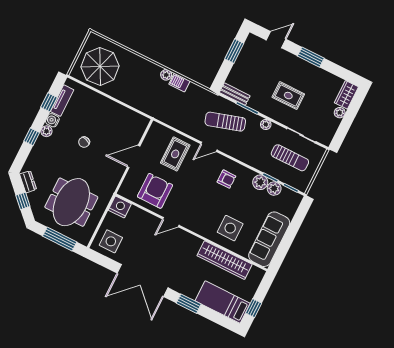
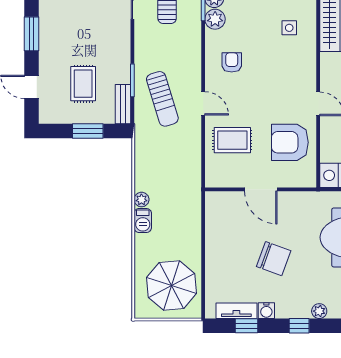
window: (234, 51) -> (88, 131), moved
barbecue: (179, 83) -> (143, 220), moved
rug: (288, 96) -> (83, 84), moved
plant: (266, 124) -> (141, 48), removed
plant: (46, 131) -> (319, 311), moved
chair: (84, 142) -> (274, 259), width x1.87, depth x1.87
side table: (230, 228) -> (289, 28), width x0.54, depth x0.54

